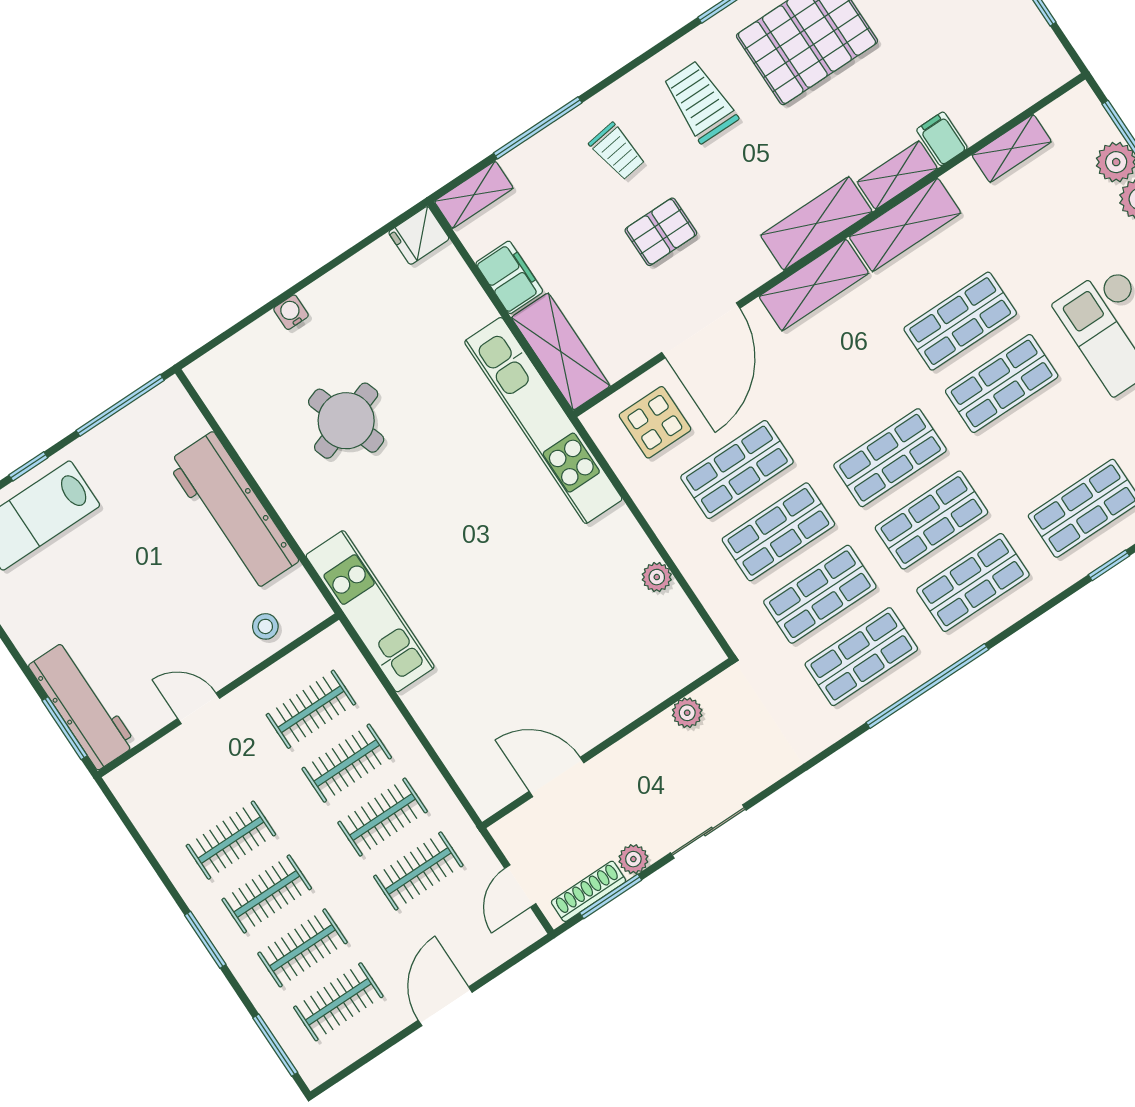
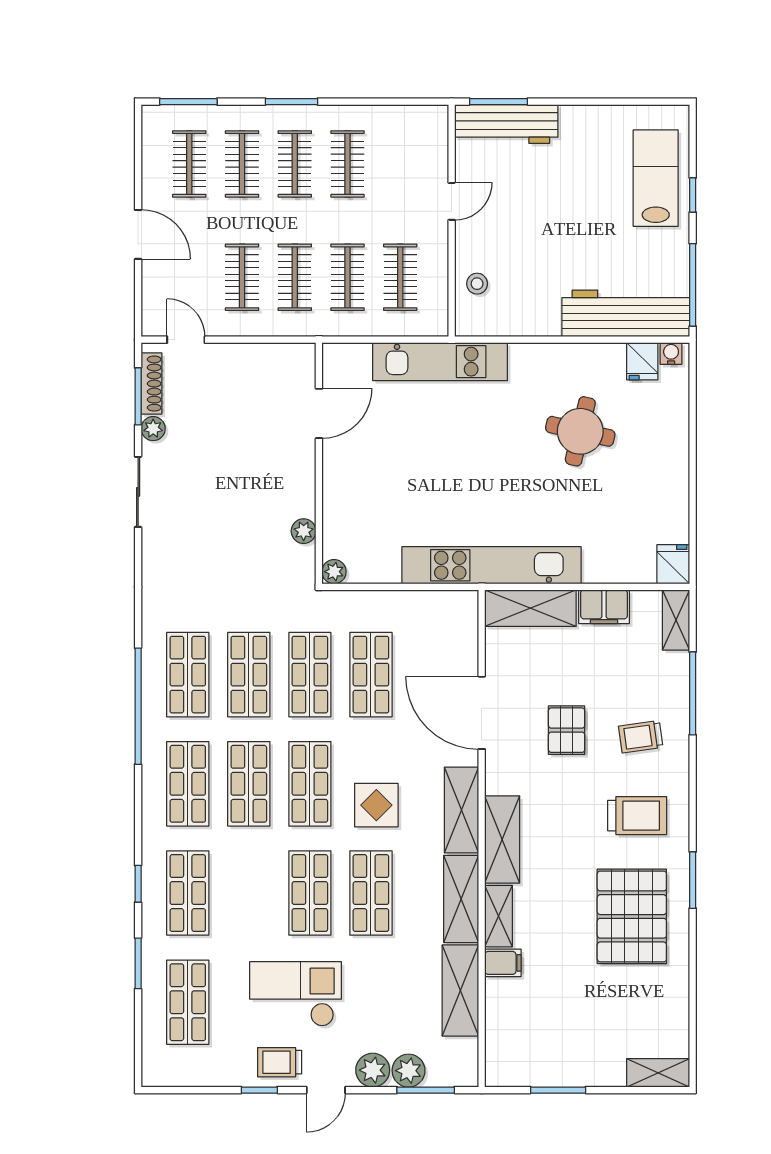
shelving: (1012, 148) -> (460, 991), width x1.50, depth x1.33
water cooler: (291, 312) -> (671, 354), moved, turned -90
fridge: (233, 405) -> (642, 361), added
round table: (346, 421) -> (580, 431), turned 32
display table: (655, 422) -> (376, 805), moved
workbench: (233, 512) -> (626, 313), moved
plant: (687, 713) -> (304, 531), moved
wall: (607, 743) -> (319, 463), moved
door: (556, 777) -> (319, 413), moved

